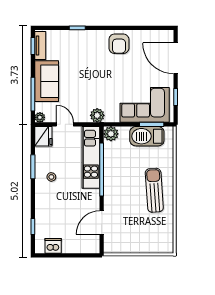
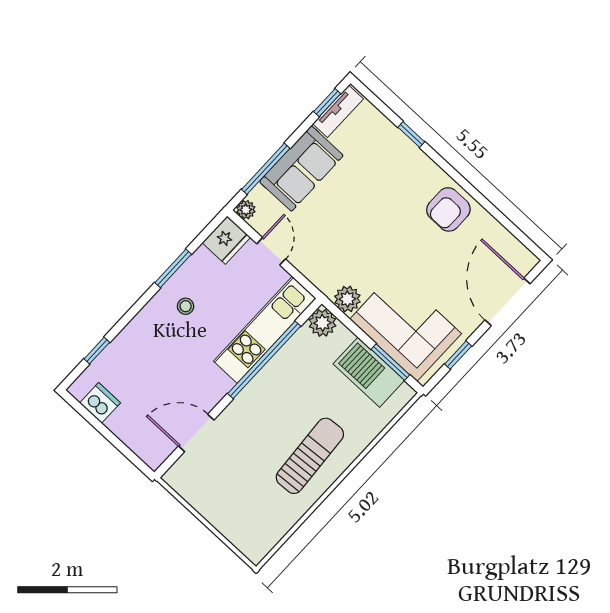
plant: (97, 115) -> (347, 299), moved

